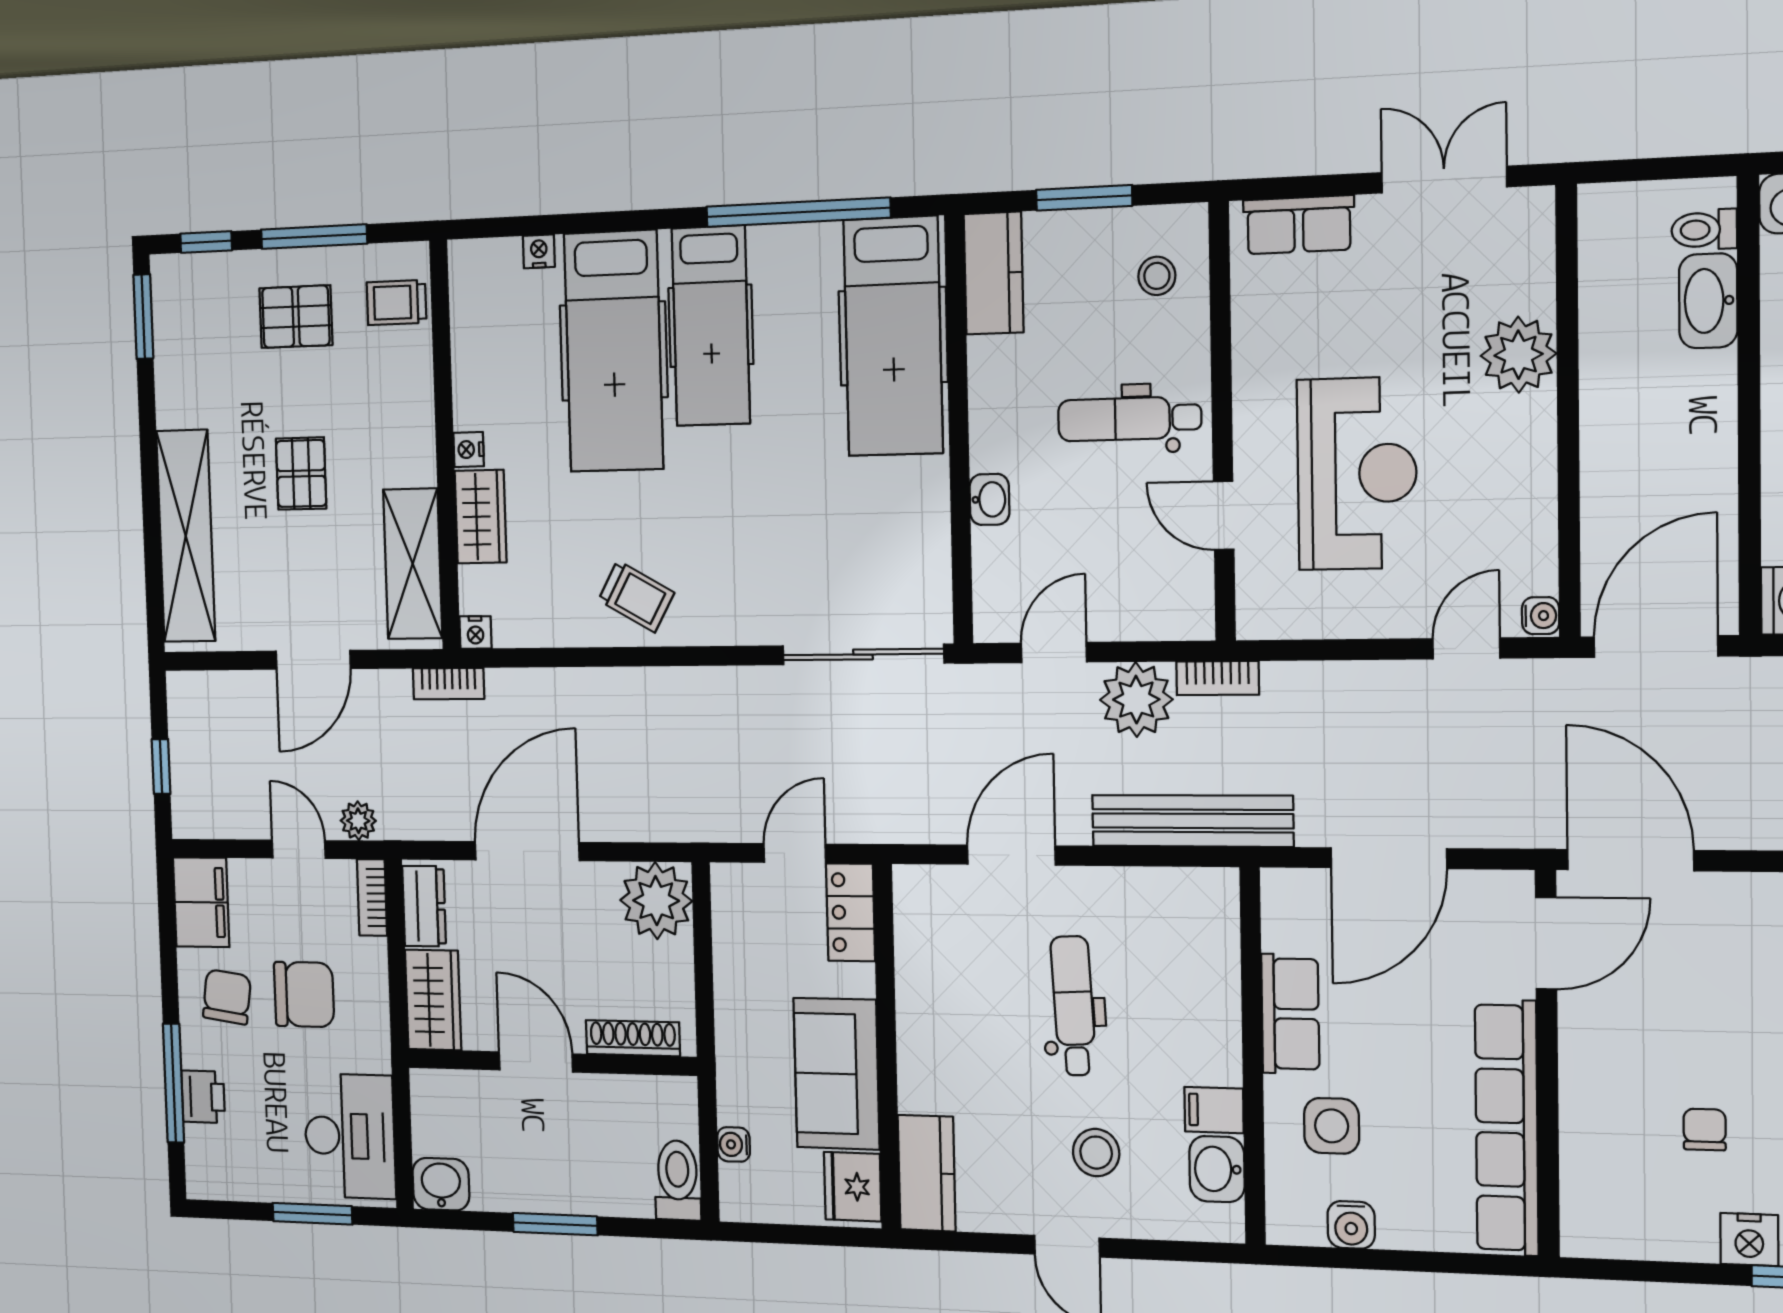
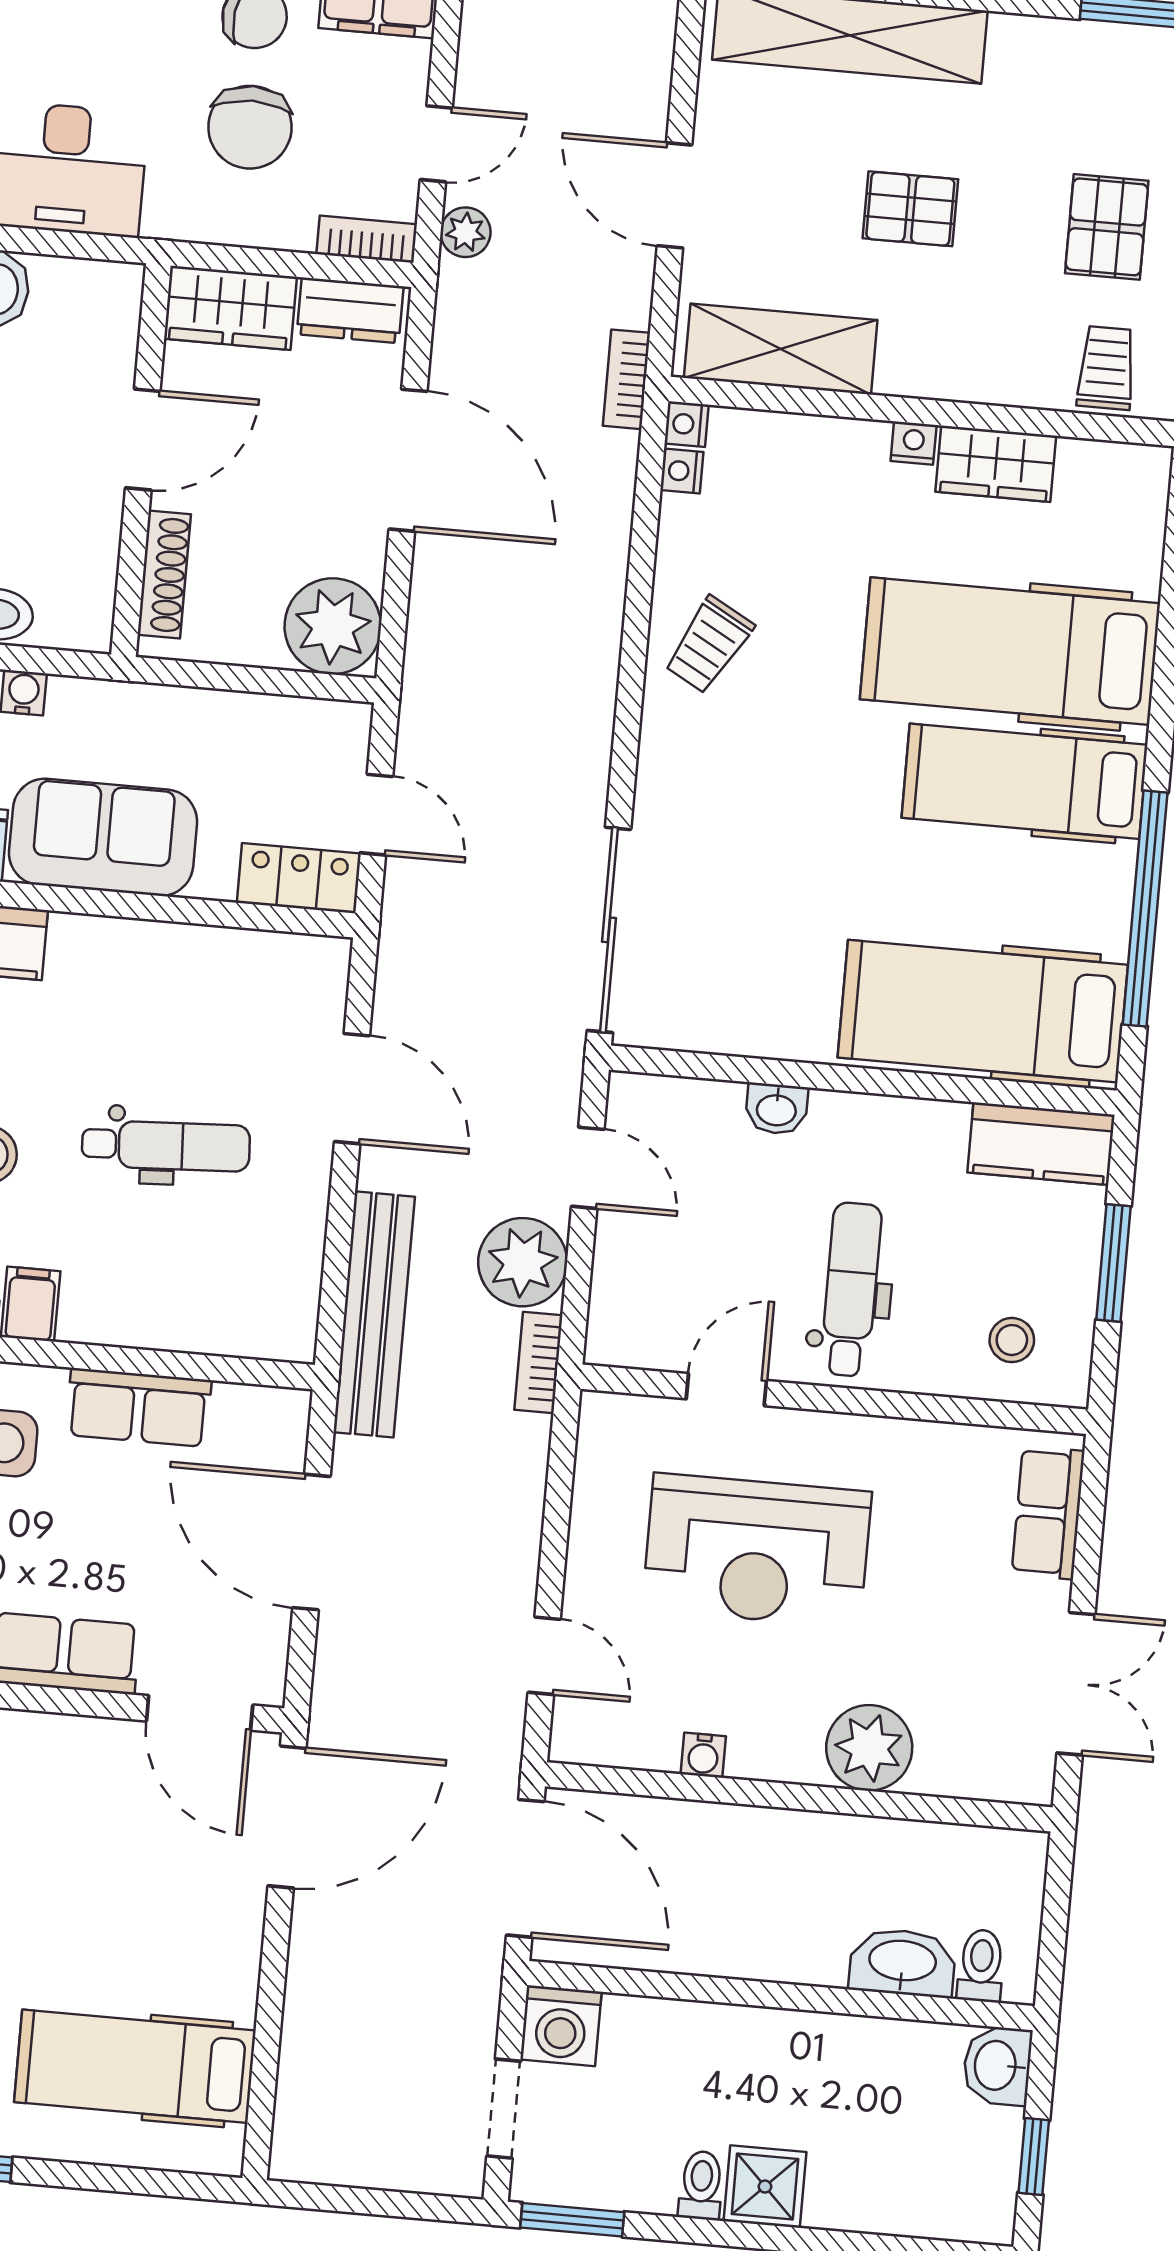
nightstand: (539, 251) -> (682, 471), moved, turned 180
wardrobe: (480, 517) -> (996, 464), moved
water cooler: (1541, 616) -> (703, 1755), moved

